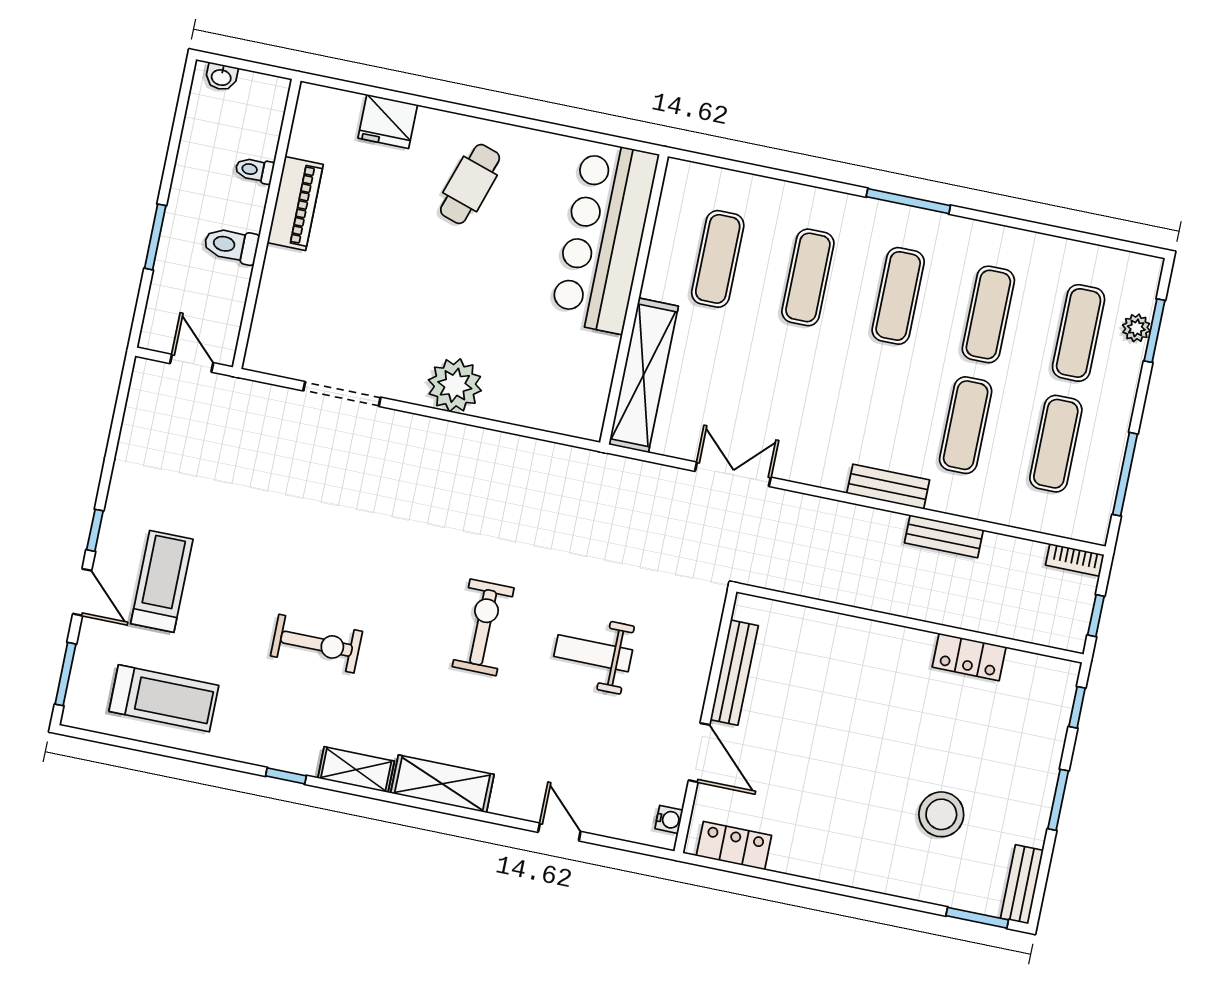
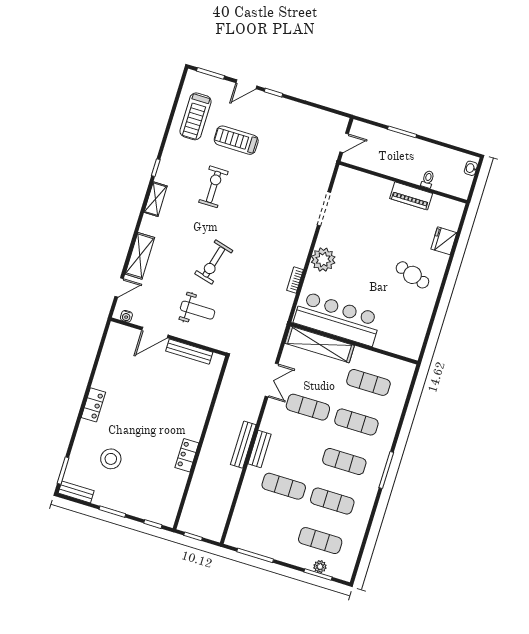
bar counter: (604, 237) -> (337, 319), moved
toilet: (231, 245) -> (395, 166), removed
exercise mat: (1056, 444) -> (308, 407), moved
bench: (944, 536) -> (243, 445), moved, width x1.36
bookcase: (1075, 560) -> (295, 280), moved
treadmill: (162, 581) -> (236, 140), moved, turned 180
exercise bike: (483, 627) -> (214, 262), turned 105
exercise bike: (316, 644) -> (213, 187), turned 180
weight bench: (593, 653) -> (198, 310), turned 90
locker: (969, 657) -> (187, 455), moved
bench: (734, 673) -> (189, 352), moved
wall: (705, 721) -> (169, 337), moved
door: (699, 753) -> (155, 333), moved
shelving: (442, 784) -> (140, 256), moved
water cooler: (669, 819) -> (126, 316), moved
locker: (734, 846) -> (93, 405), moved

